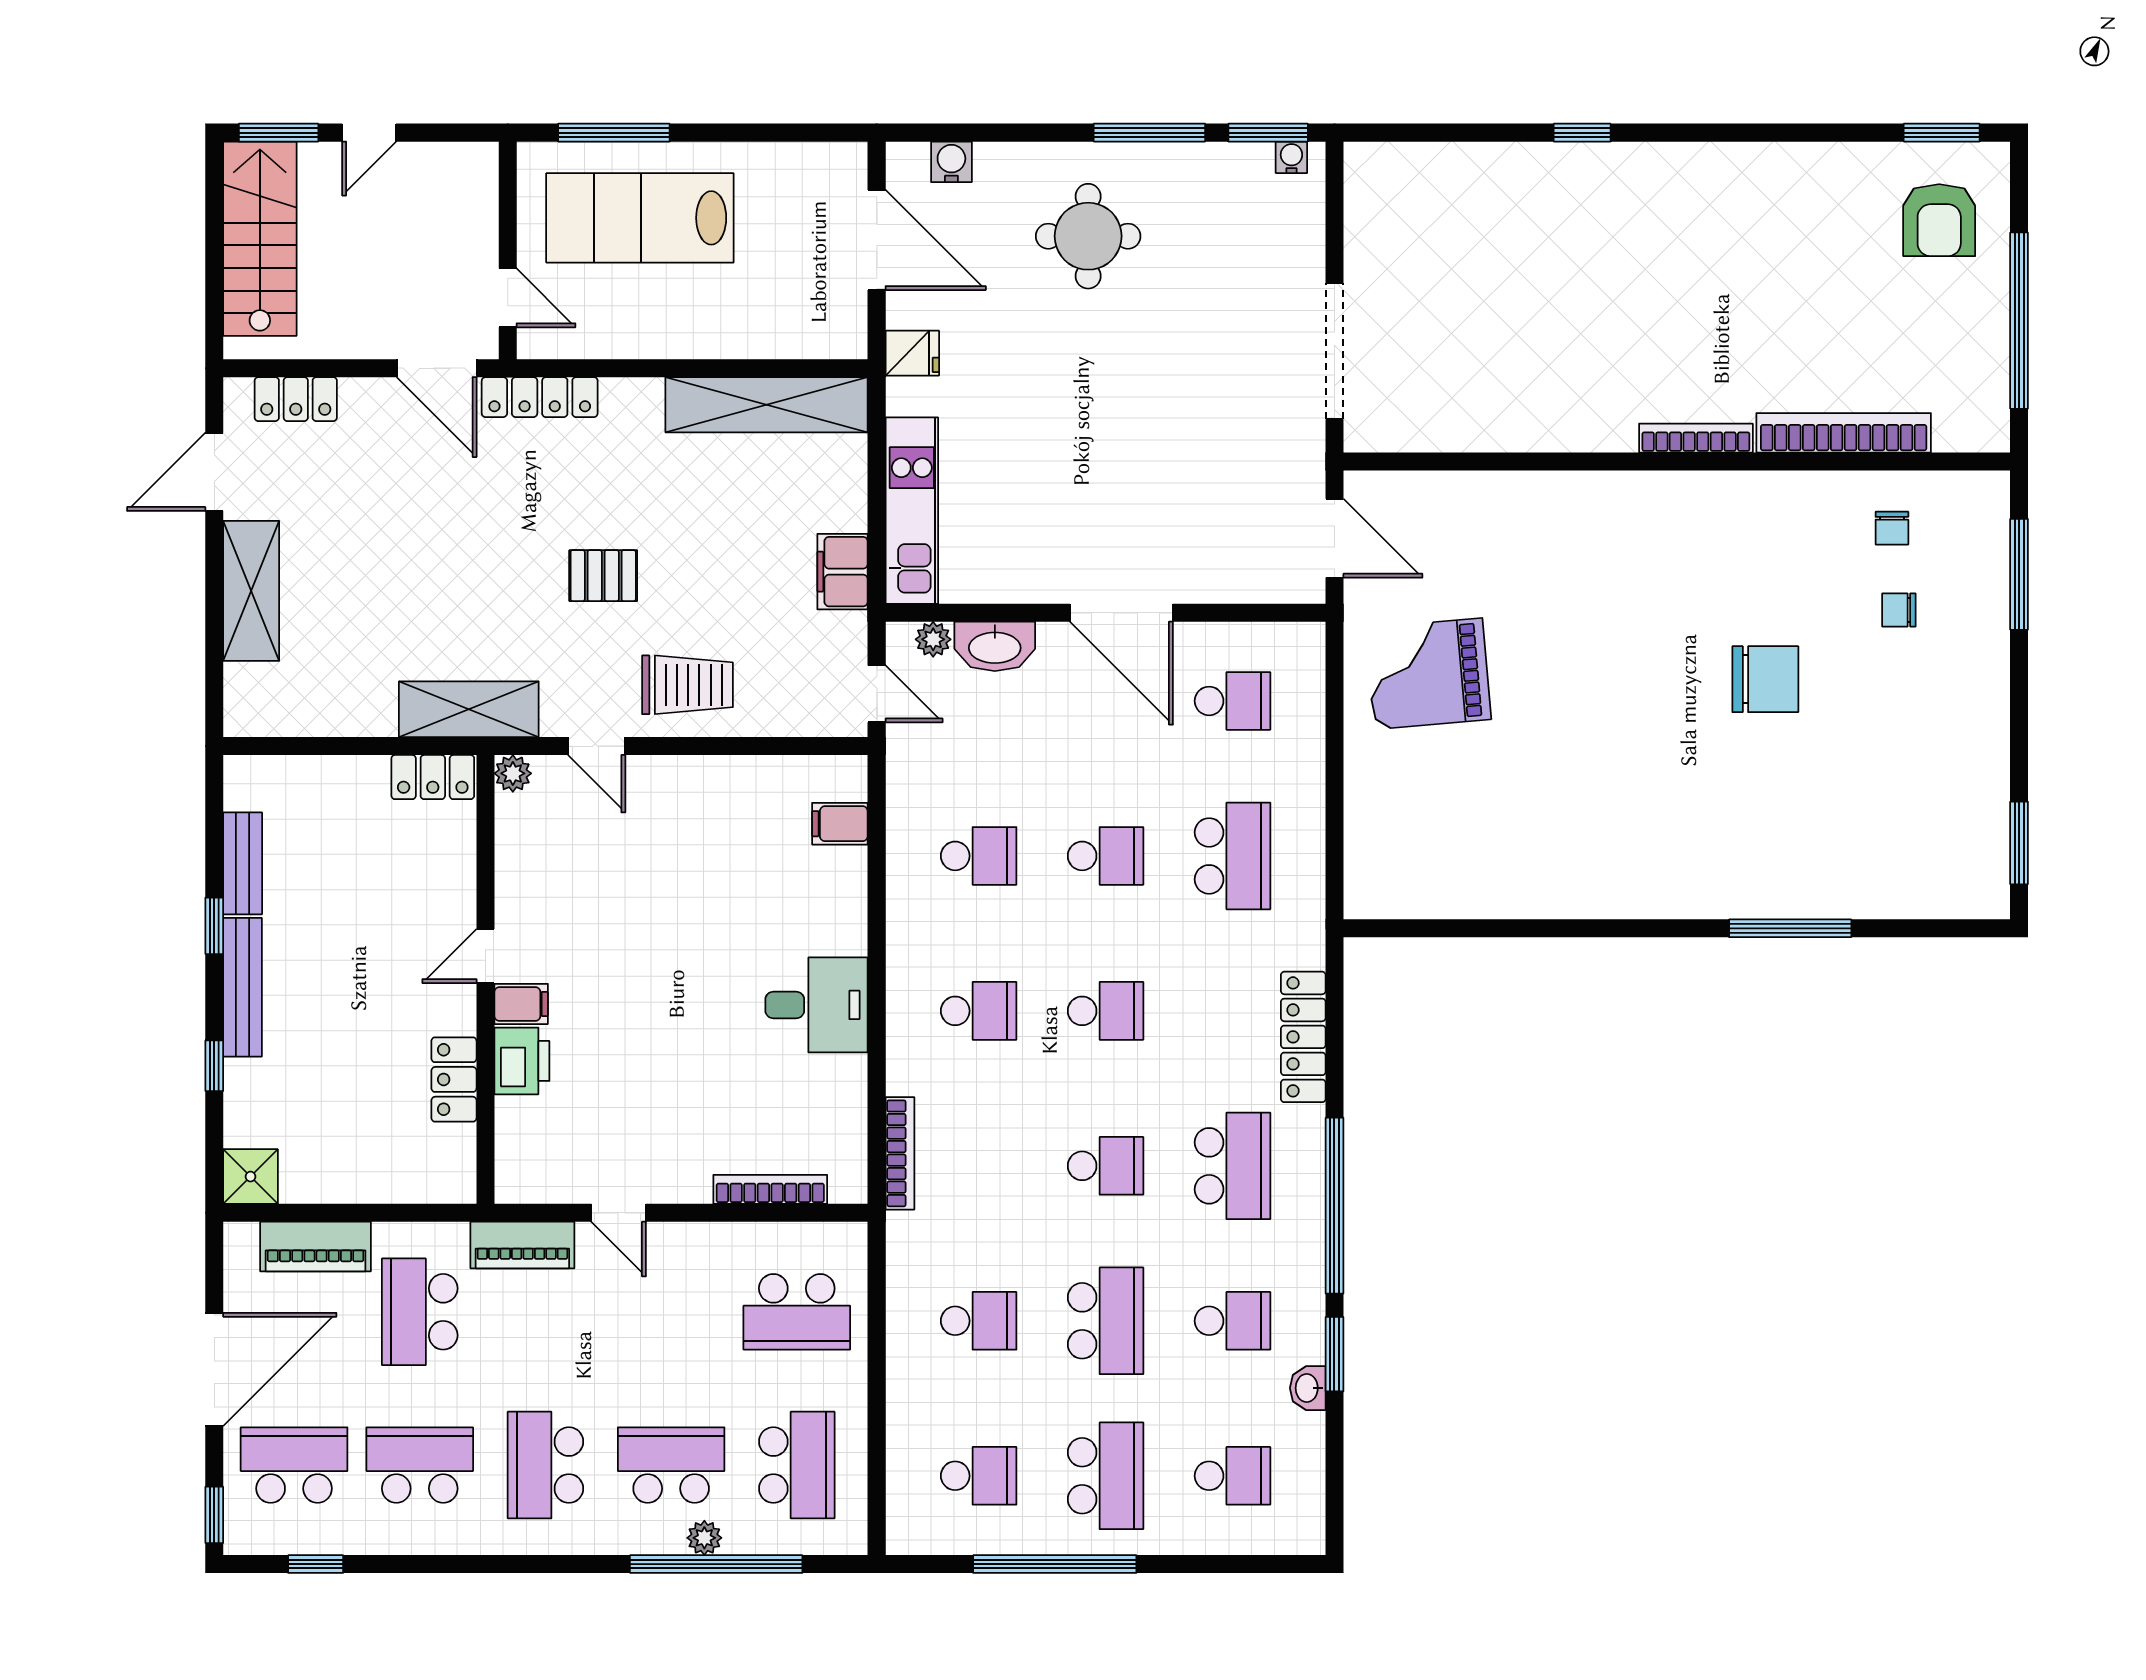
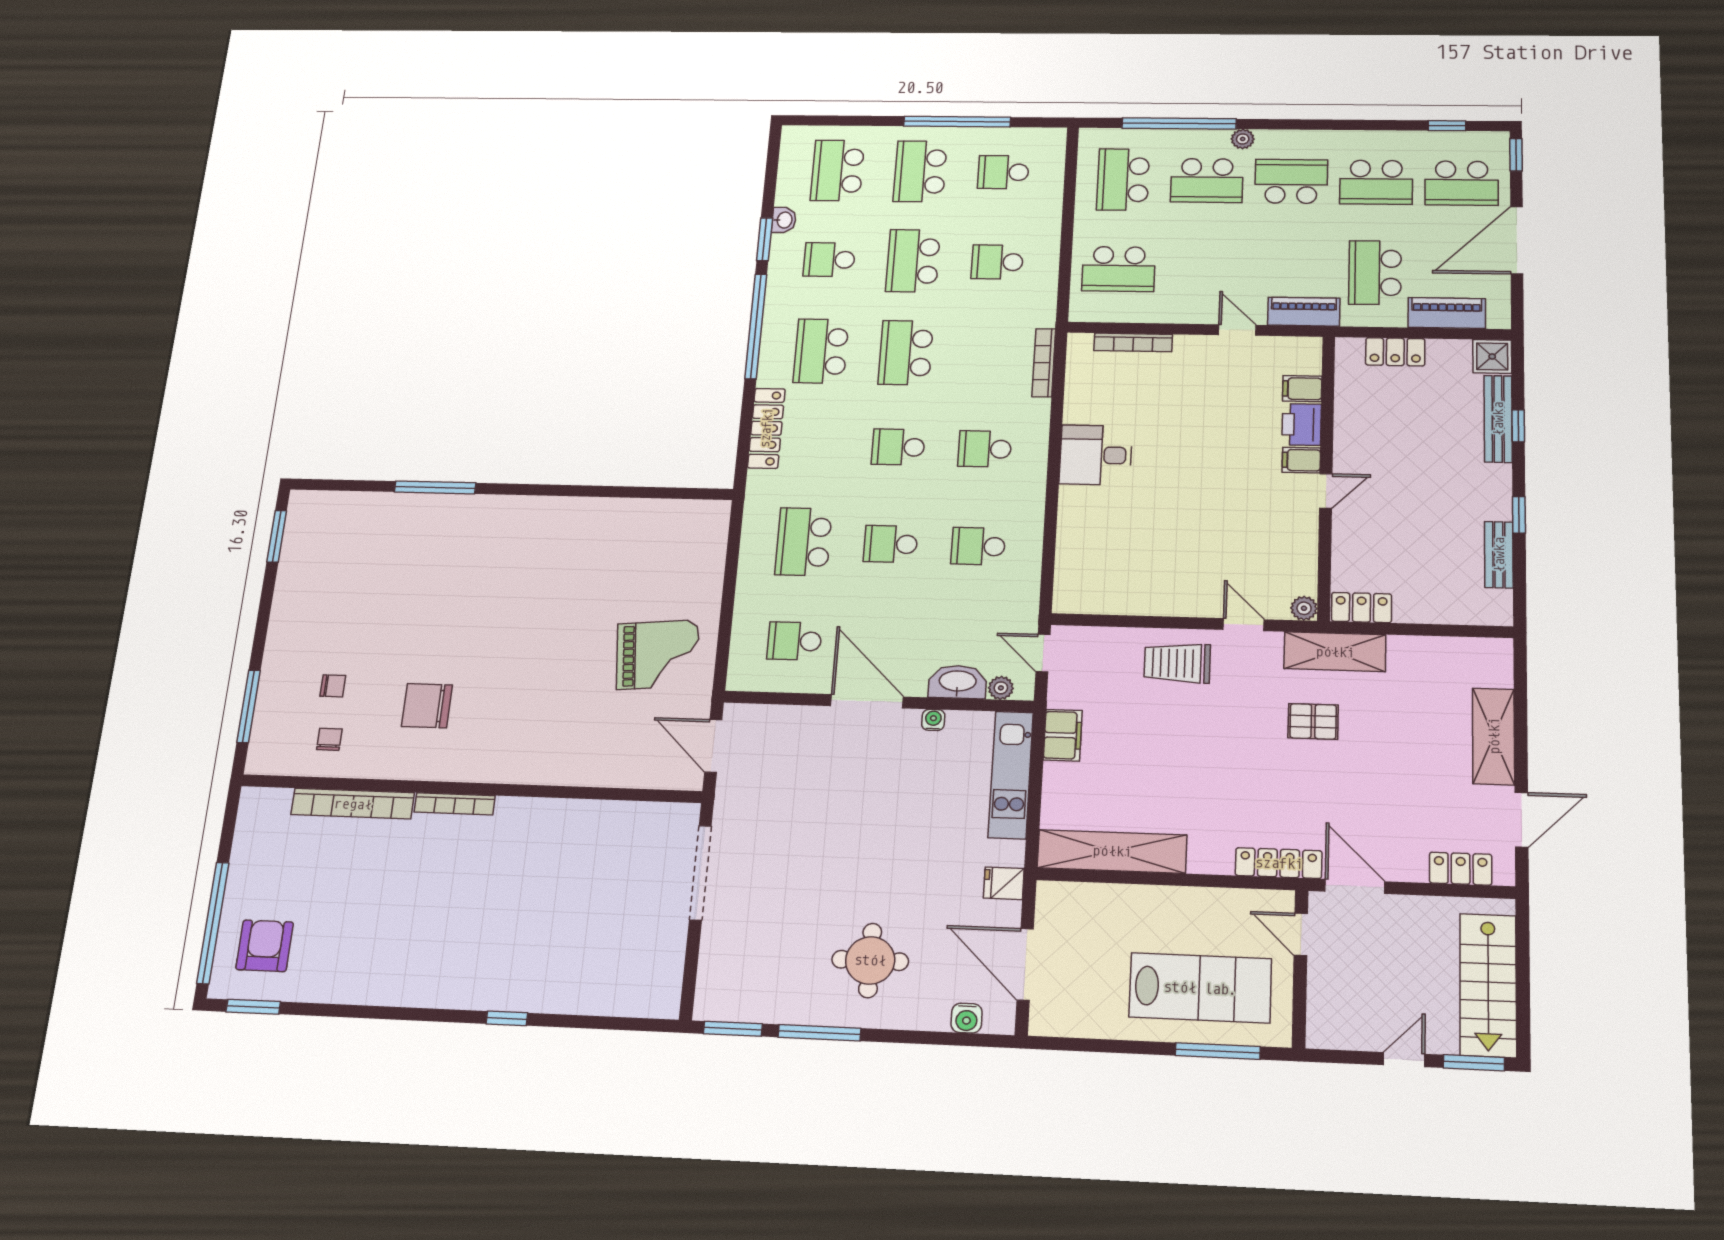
water cooler: (1291, 157) -> (933, 720), moved, turned 180
window: (2019, 321) -> (213, 923), moved
pallet: (603, 576) -> (1313, 721), moved
chair: (1765, 679) -> (427, 706), moved
filing cabinet: (840, 824) -> (1302, 389), moved, turned 180
bench: (243, 987) -> (1498, 419), moved
locker: (454, 1079) -> (1395, 352), moved, turned 90
school desk: (1106, 1166) -> (906, 353), width x1.85
school desk: (420, 1312) -> (1375, 273), turned 180
school desk: (797, 1312) -> (1119, 269), turned 180
school desk: (545, 1465) -> (1291, 181), turned -90
school desk: (1233, 1476) -> (838, 170), width x1.85
plant: (704, 1538) -> (1243, 139), moved

